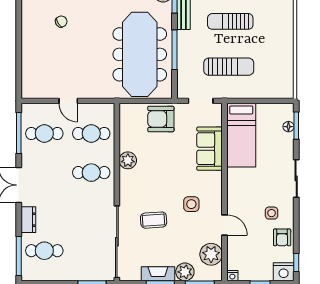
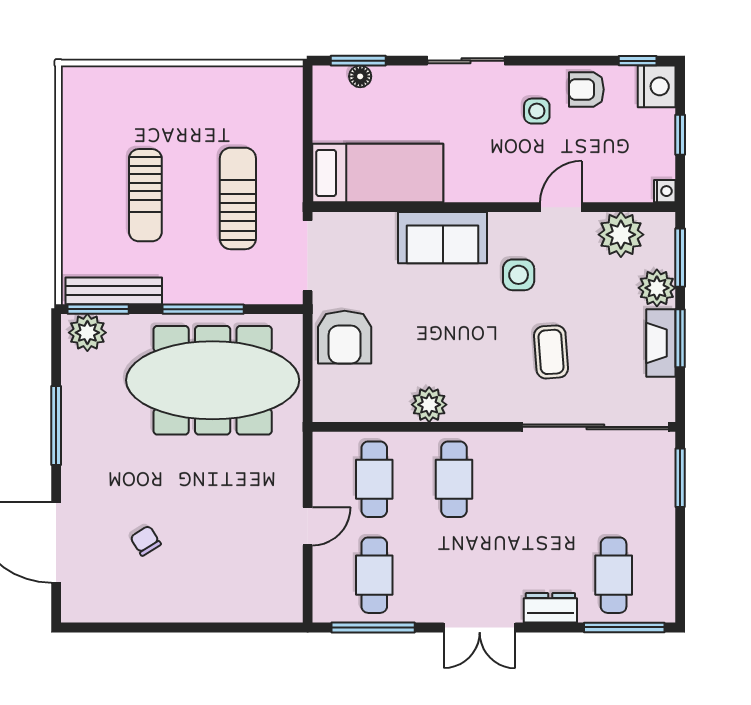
doorway: (201, 101) -> (308, 256), width x1.38
sofa: (210, 149) -> (443, 238), moved
armchair: (282, 237) -> (586, 89), turned 180

